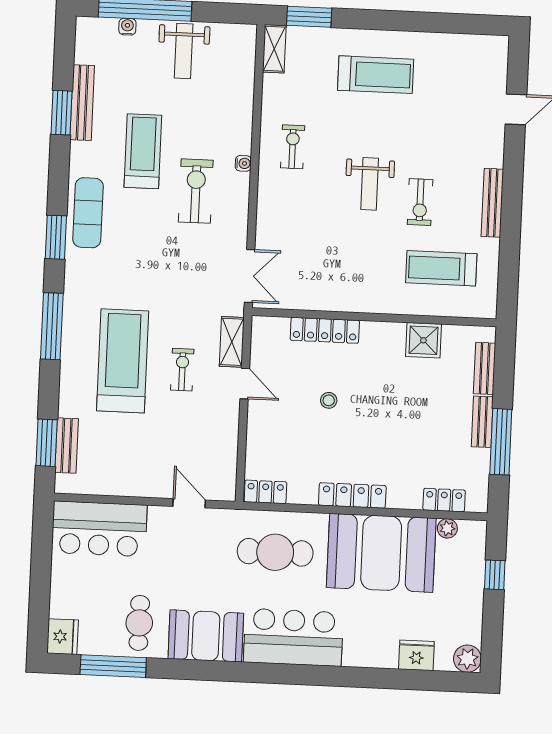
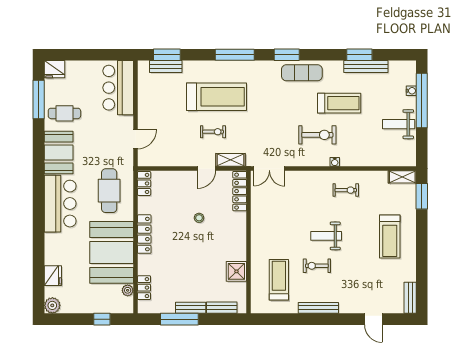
bench: (482, 45) -> (410, 298), added
locker: (325, 330) -> (240, 191), moved

